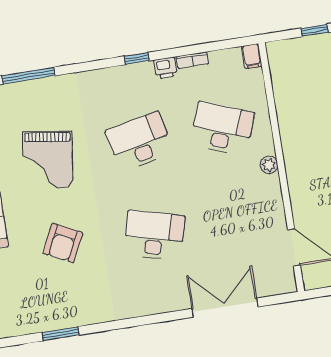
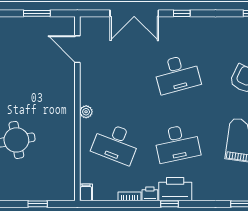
printer: (132, 80) -> (175, 189), added
desk: (154, 235) -> (177, 74), turned -30
window: (161, 318) -> (182, 13), added

